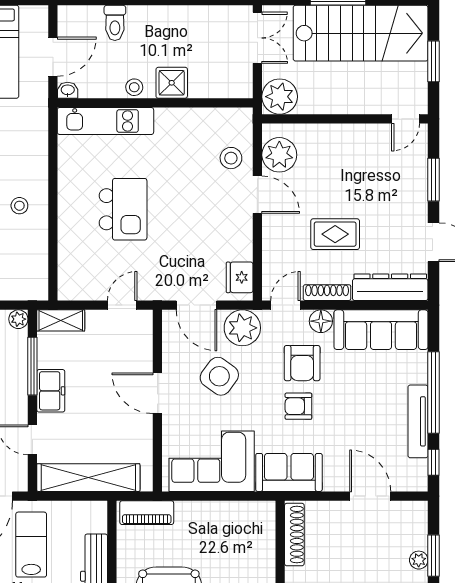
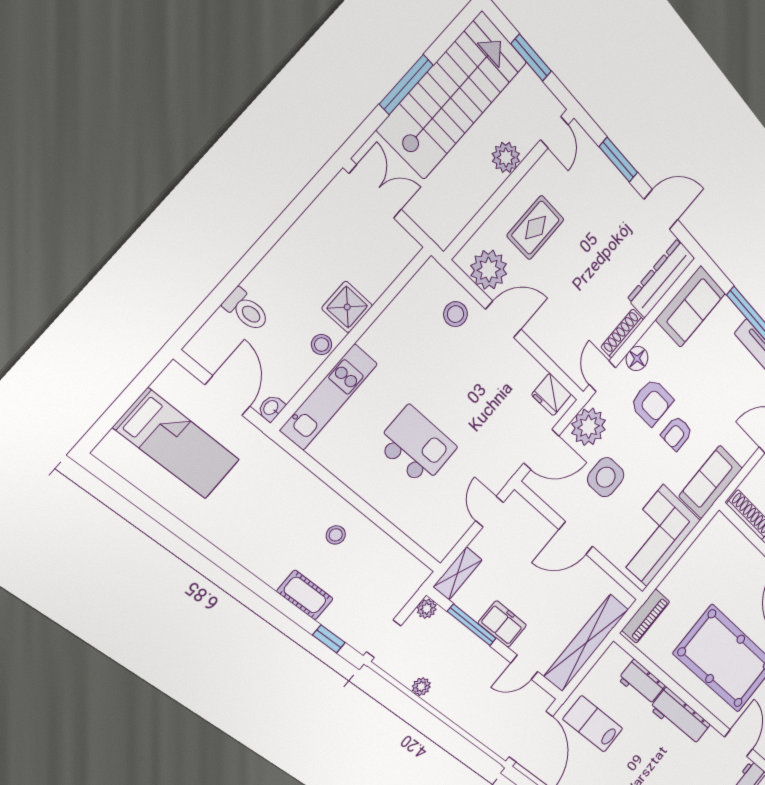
plant: (280, 97) -> (506, 157), moved, width x0.73, depth x0.73
rug: (335, 234) -> (535, 228), moved
sofa: (381, 330) -> (691, 306), width x0.73
side table: (219, 376) -> (606, 477), turned -36

